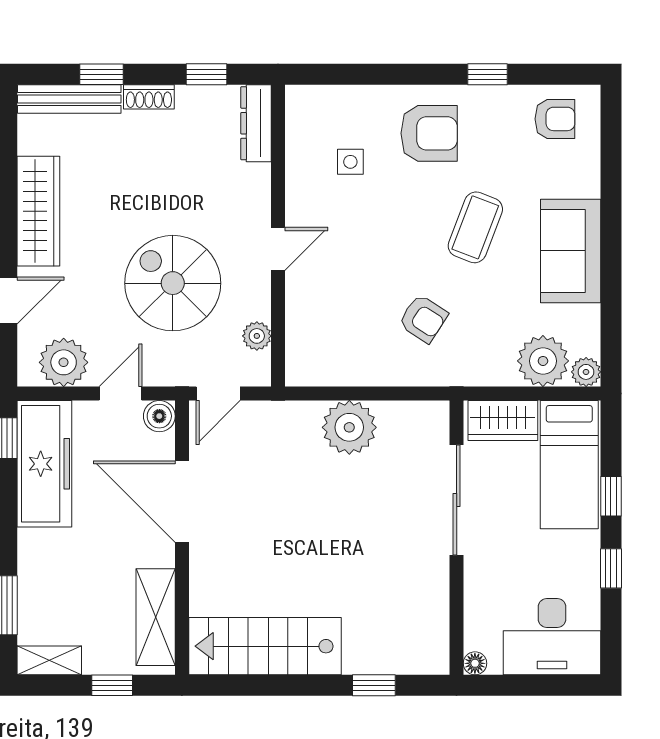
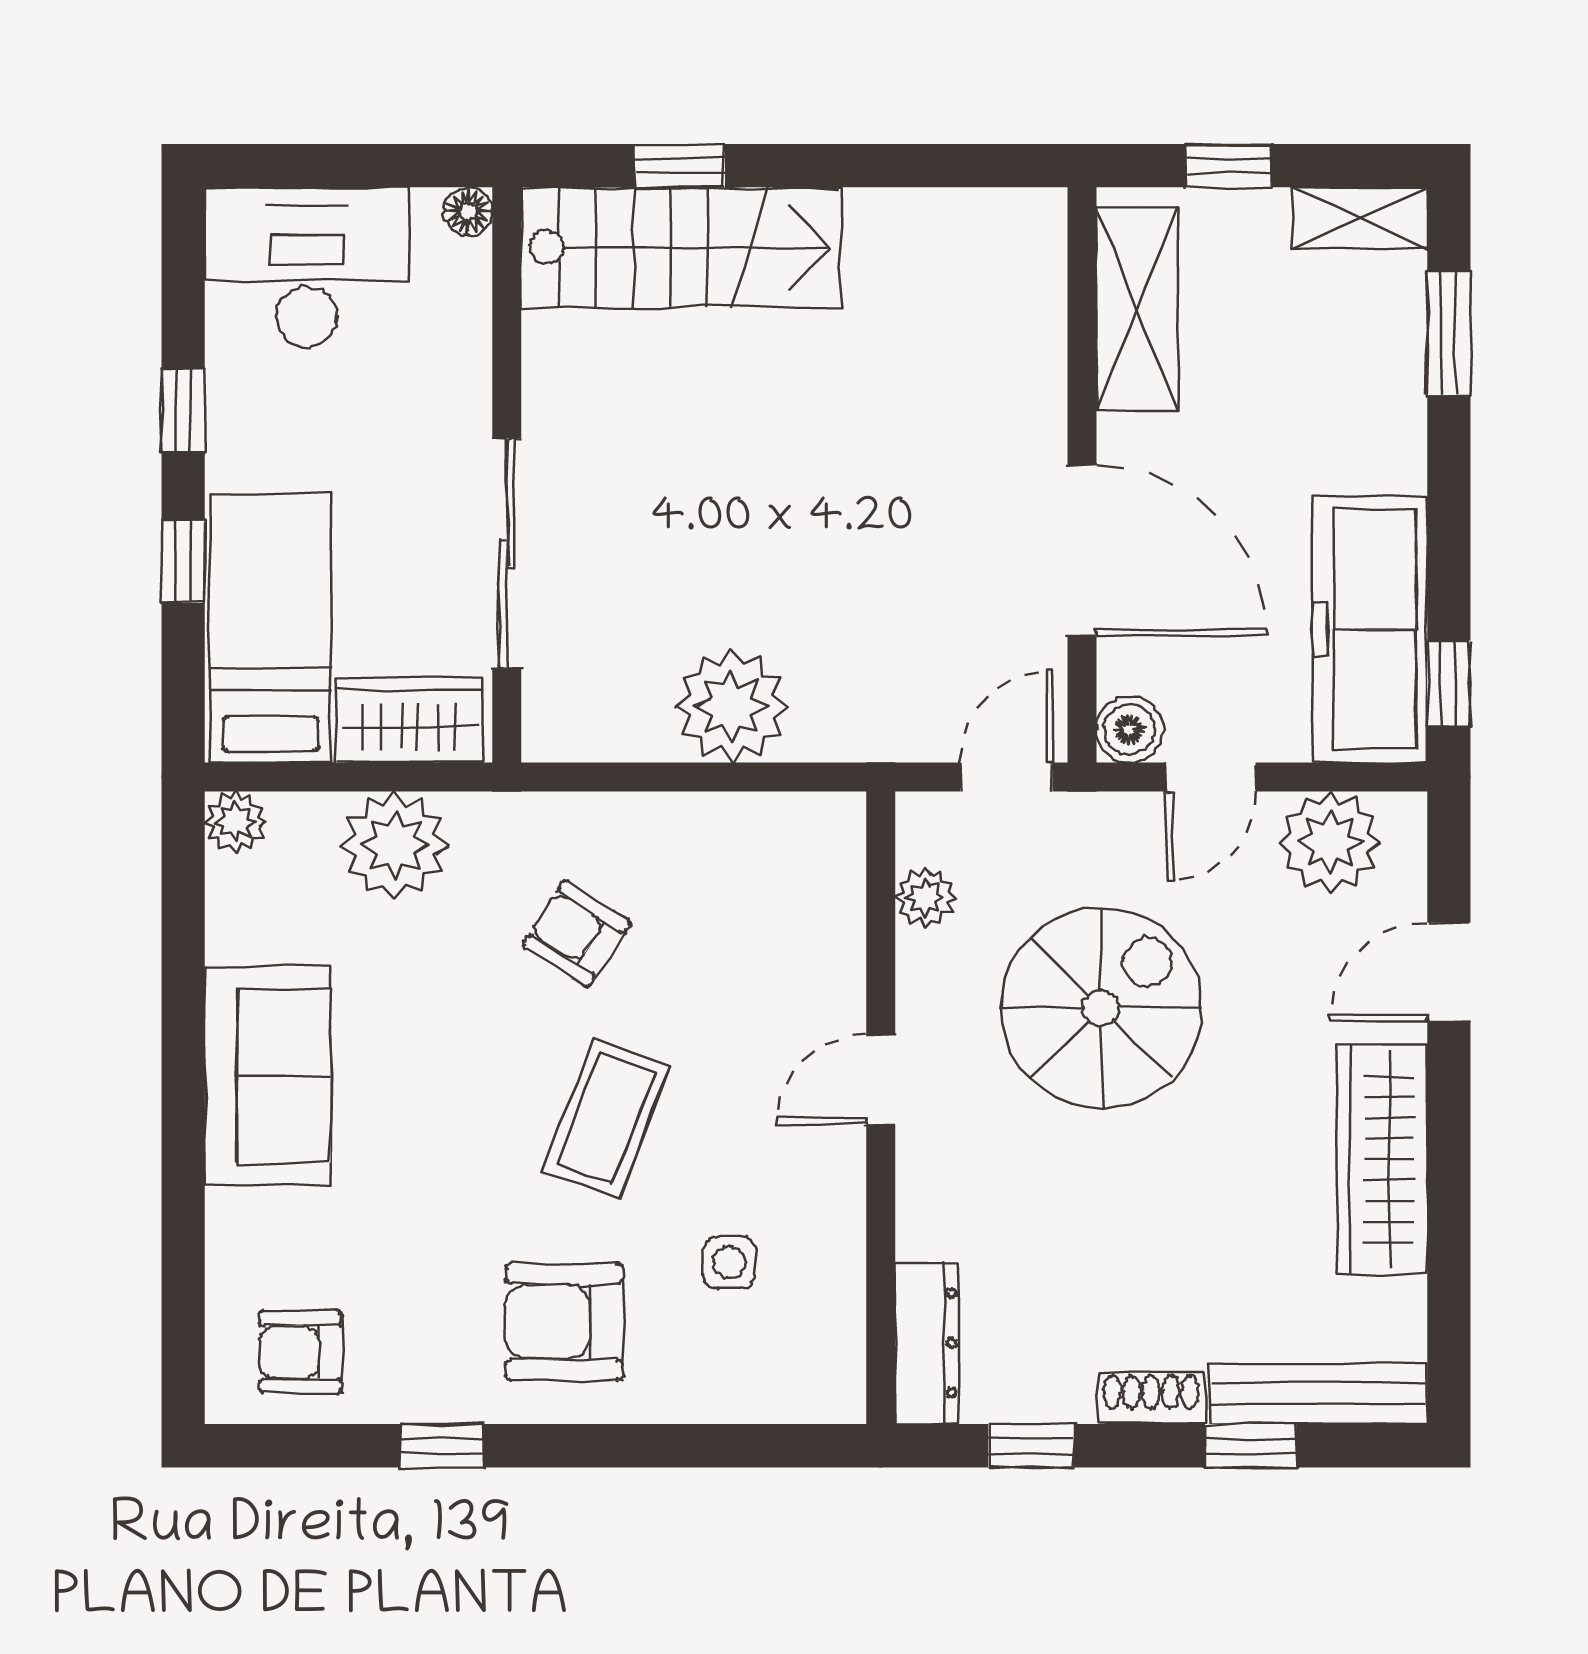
coffee table: (475, 227) -> (606, 1118), moved
spiral stairs: (173, 283) -> (1101, 1008), turned -90
plant: (543, 361) -> (395, 845), moved
stairs: (265, 646) -> (681, 247), moved

